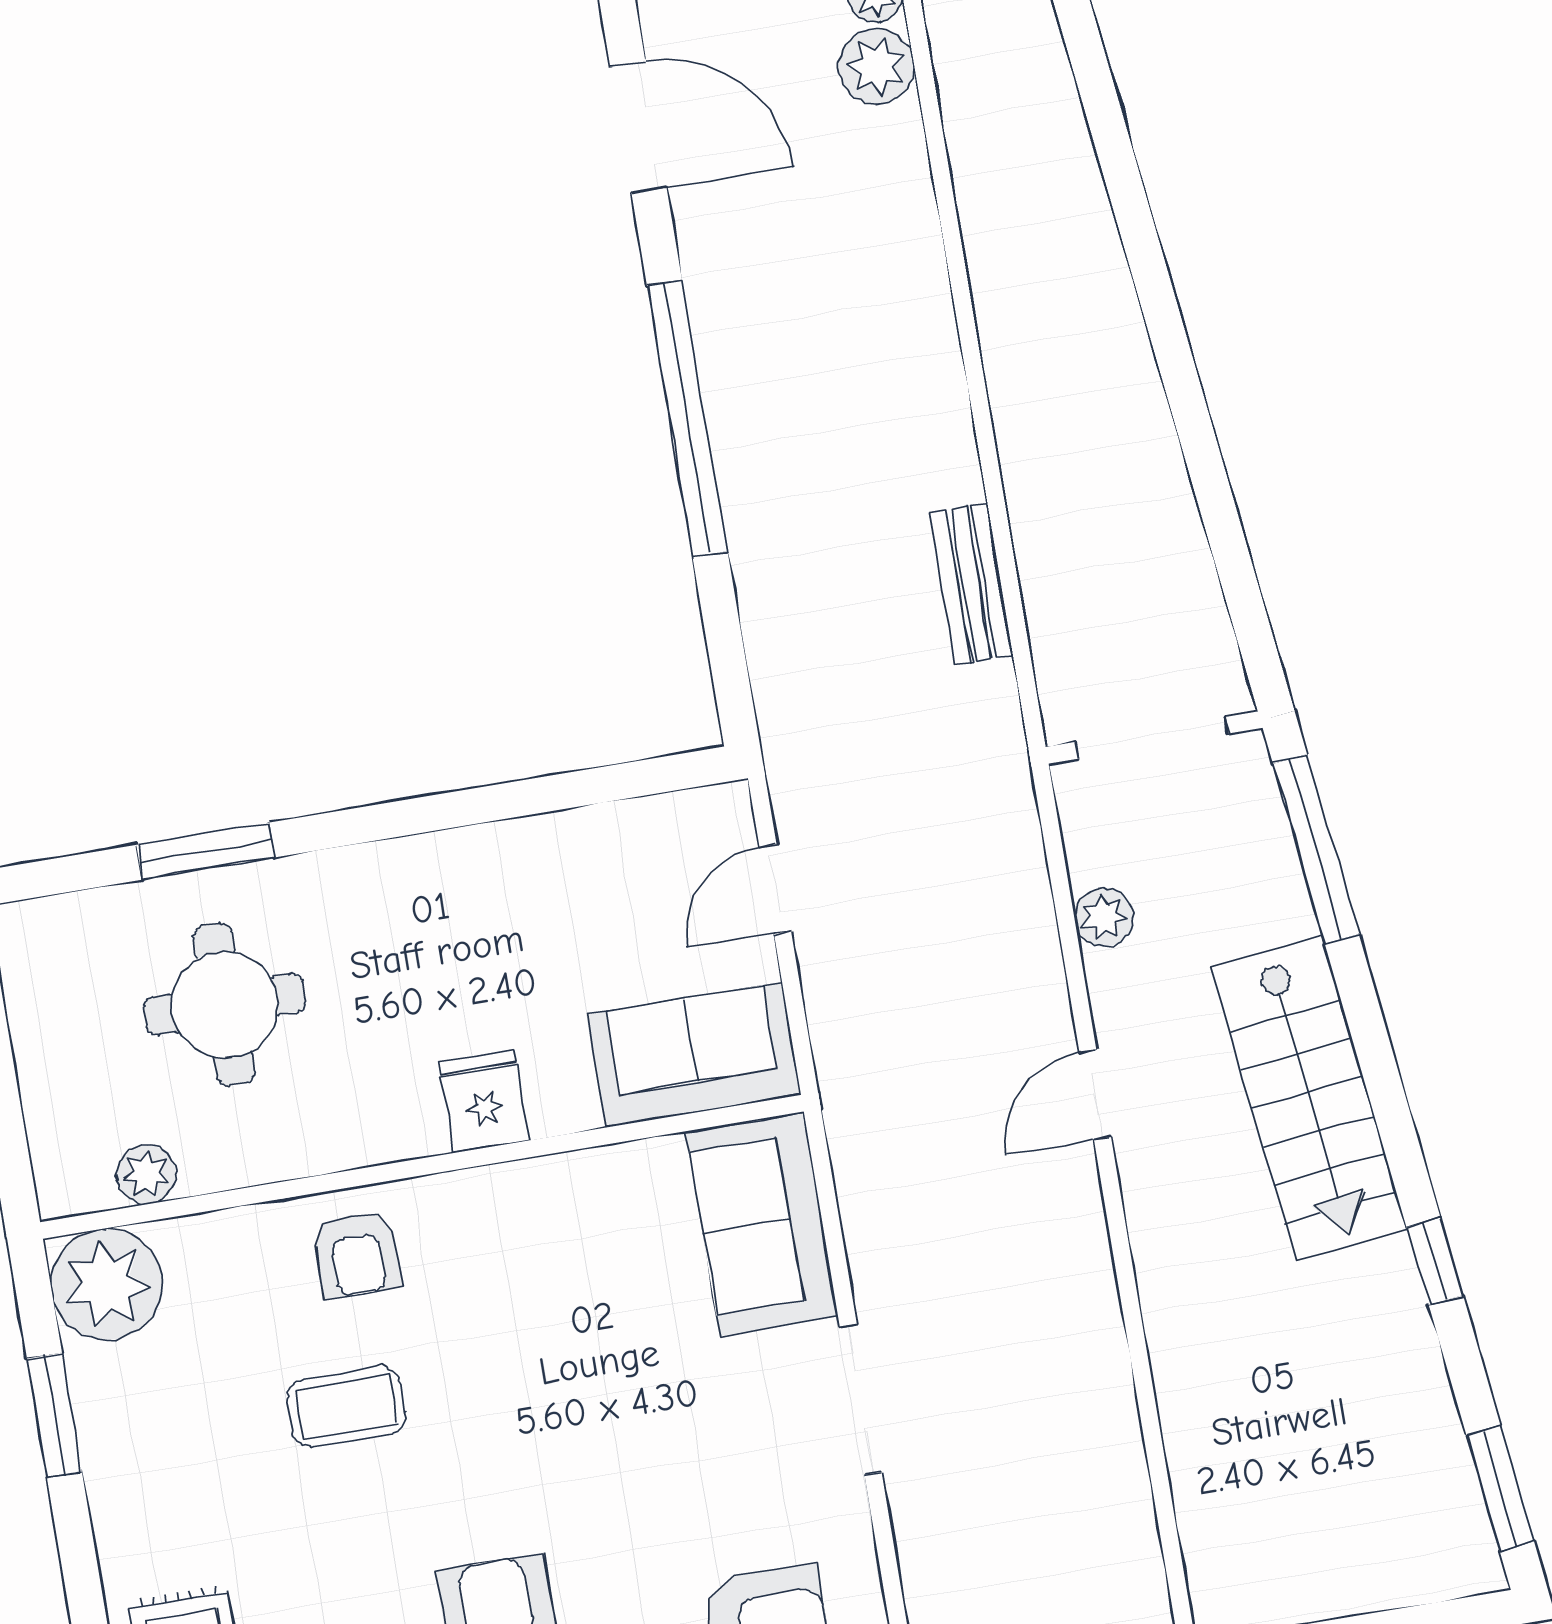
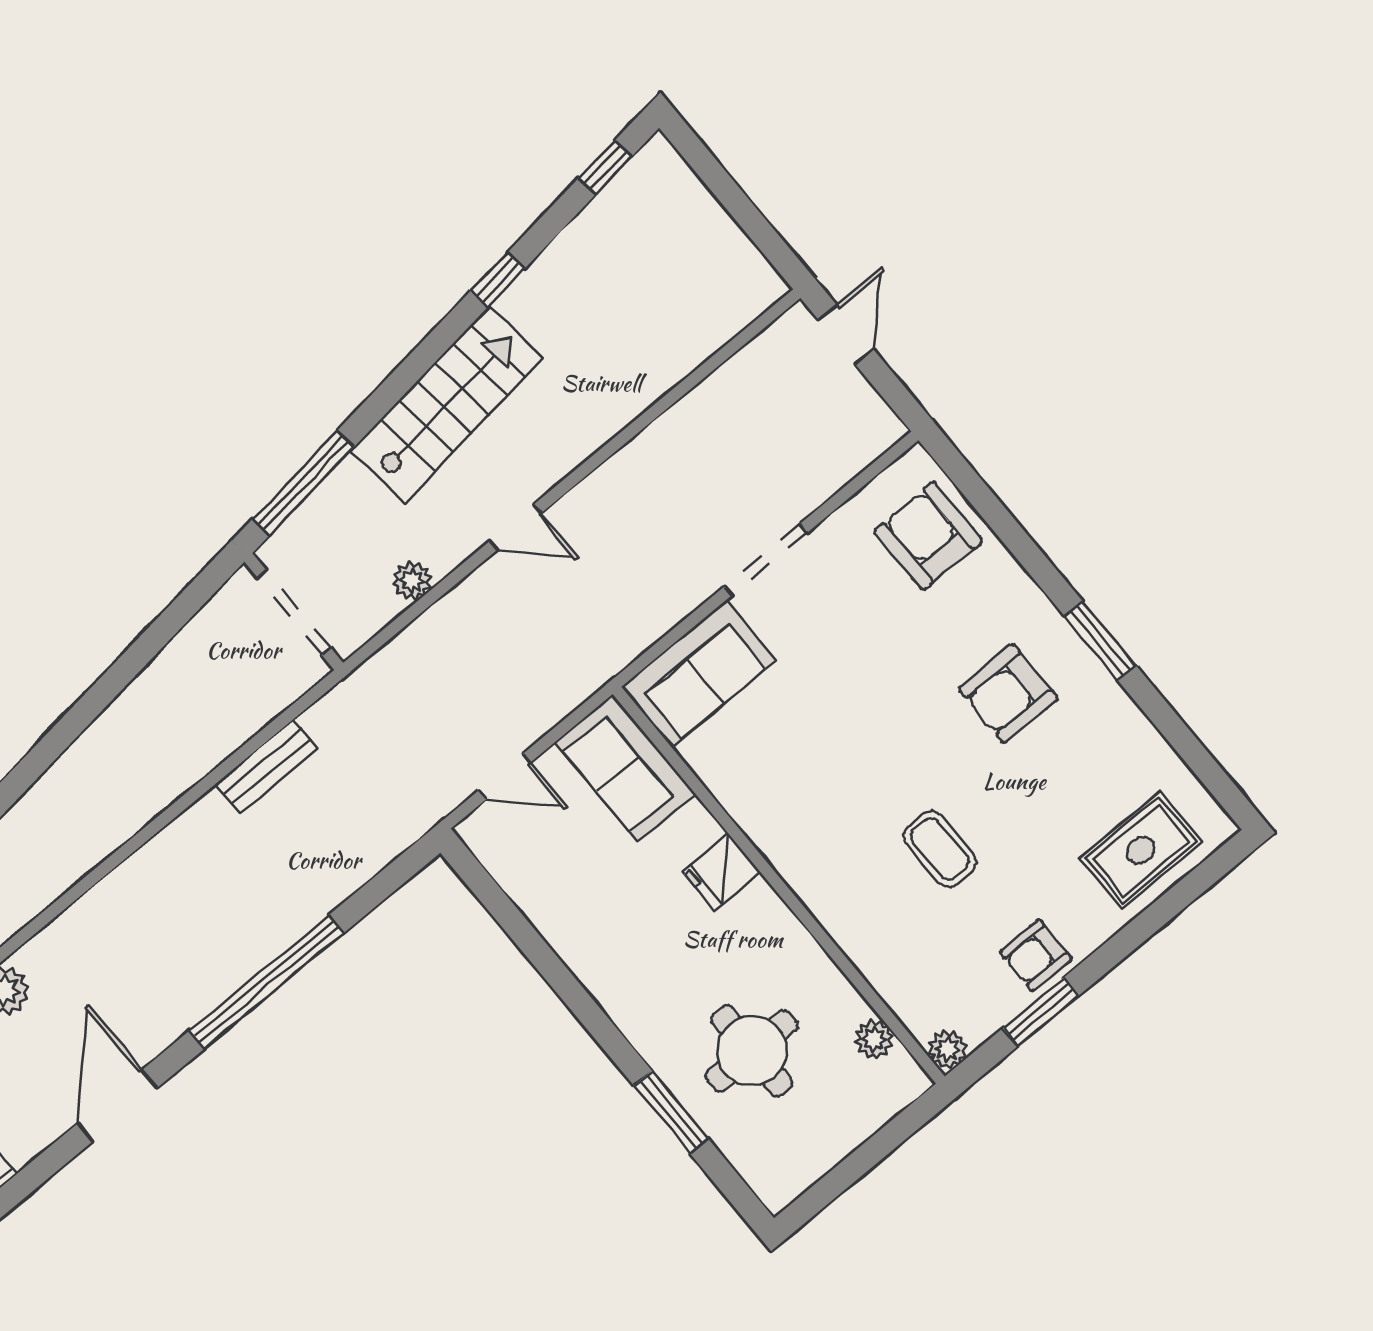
armchair: (357, 1254) -> (1036, 955), moved, turned 180
plant: (107, 1284) -> (947, 1049), width x0.53, depth x0.53
window: (1500, 1488) -> (605, 167), width x0.67

